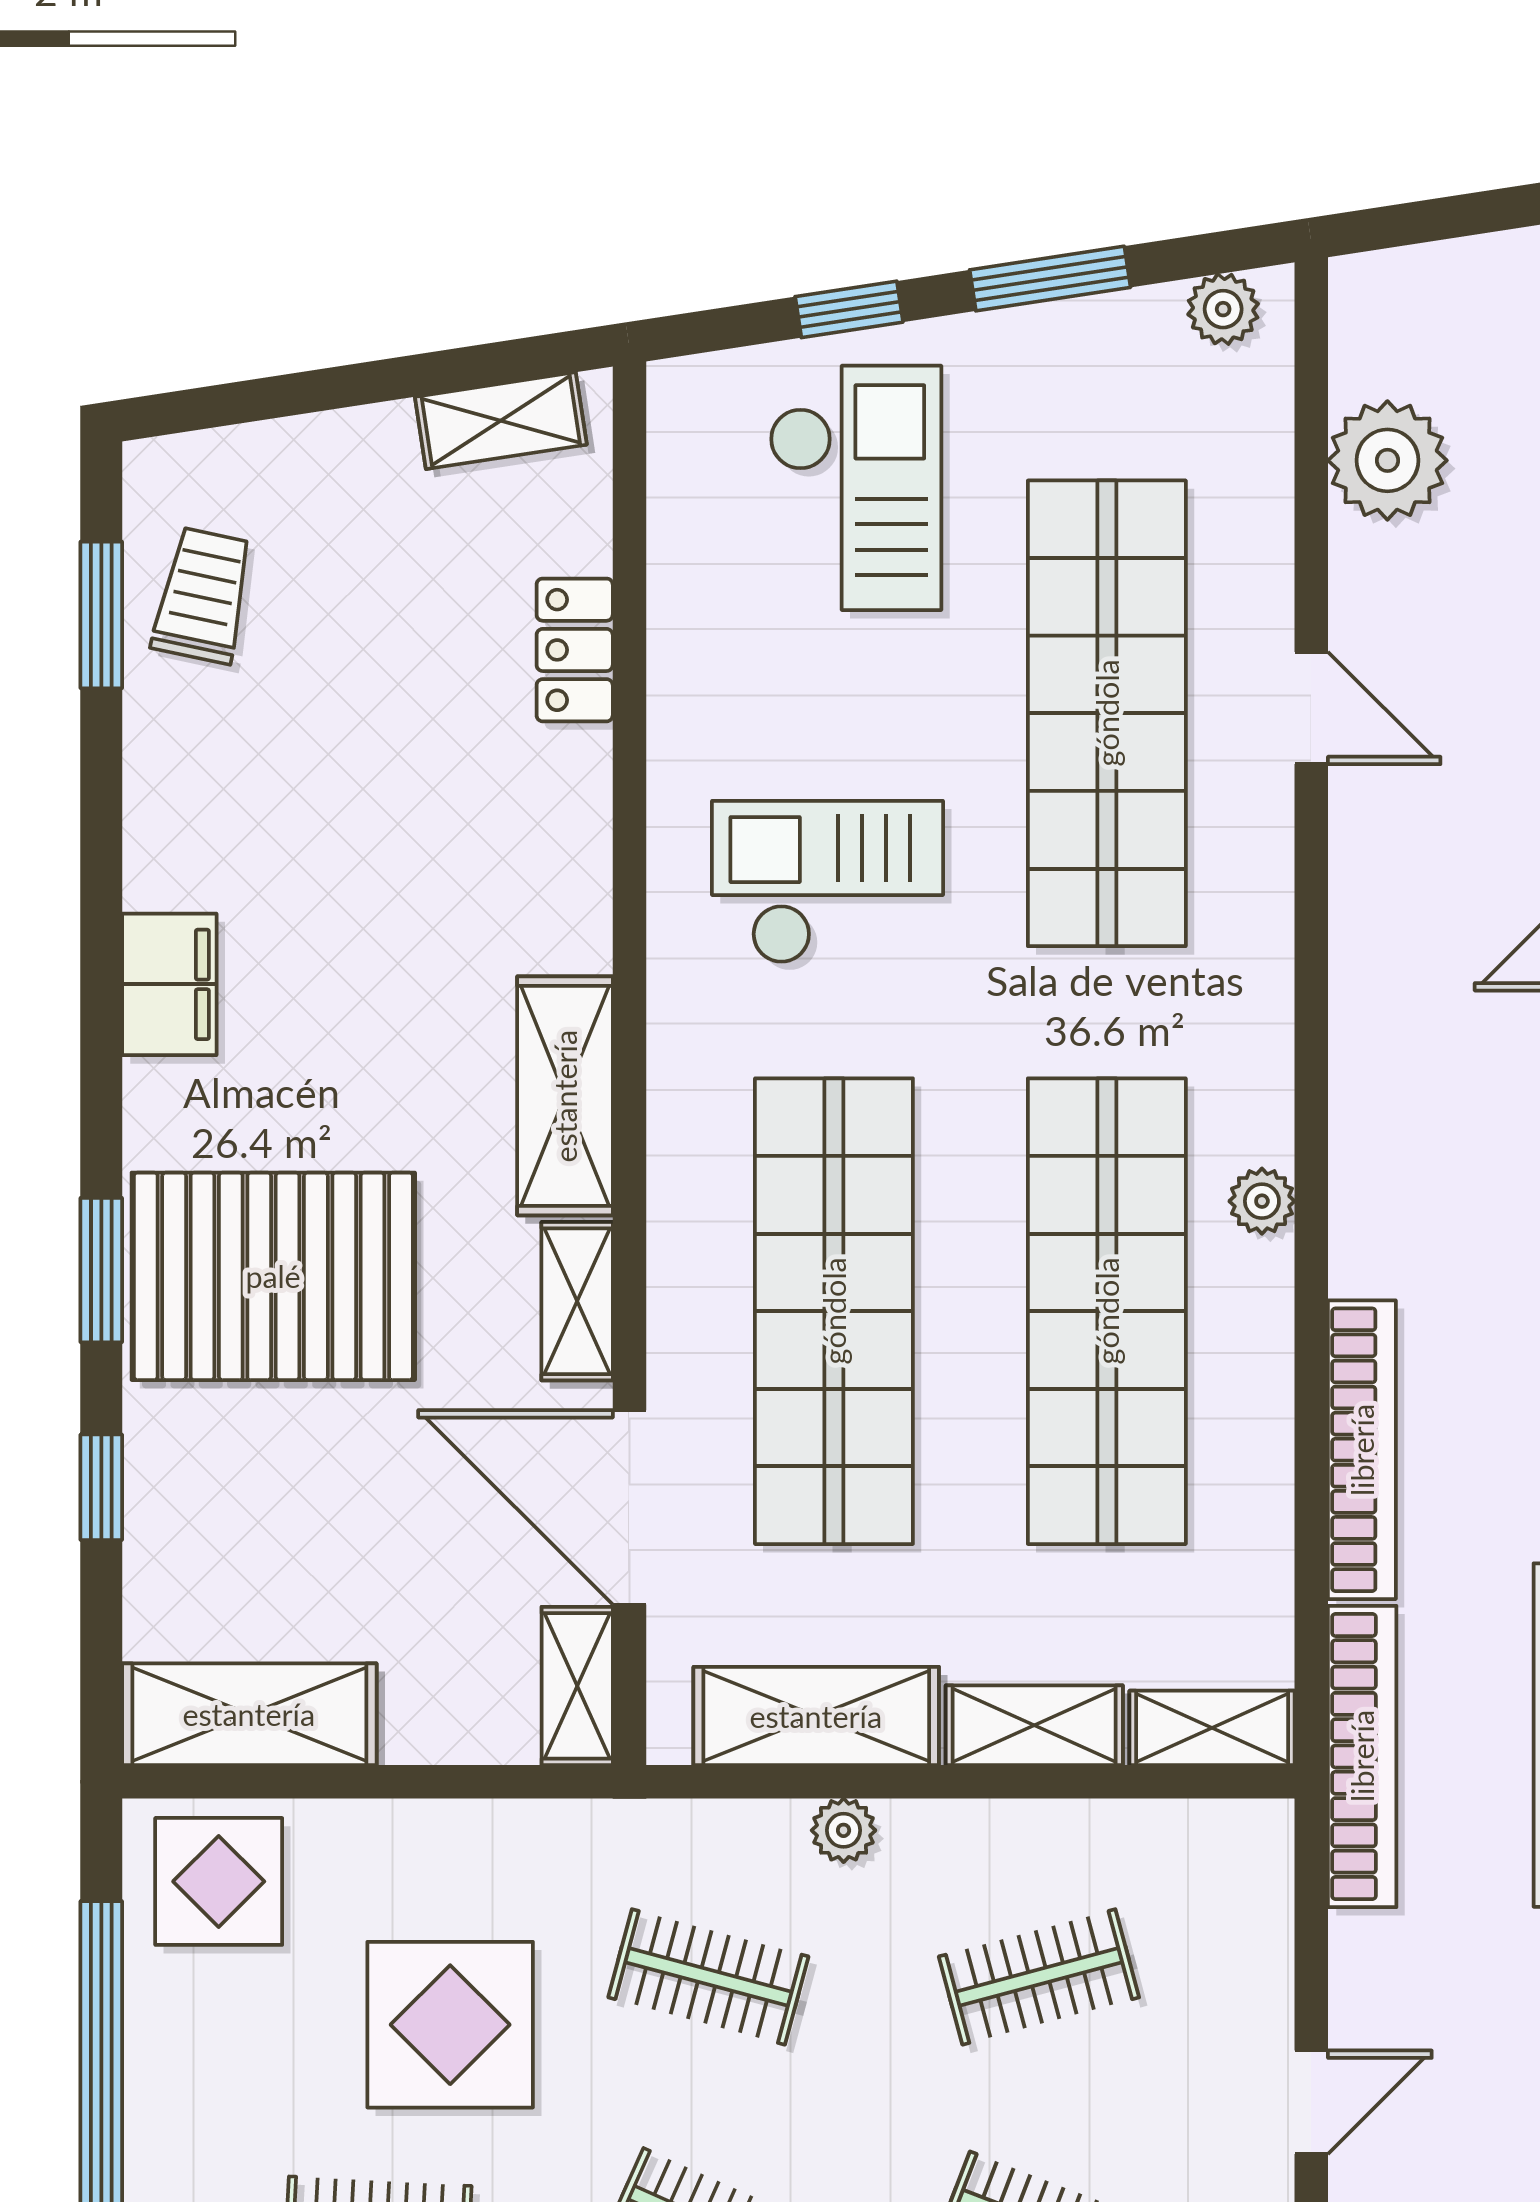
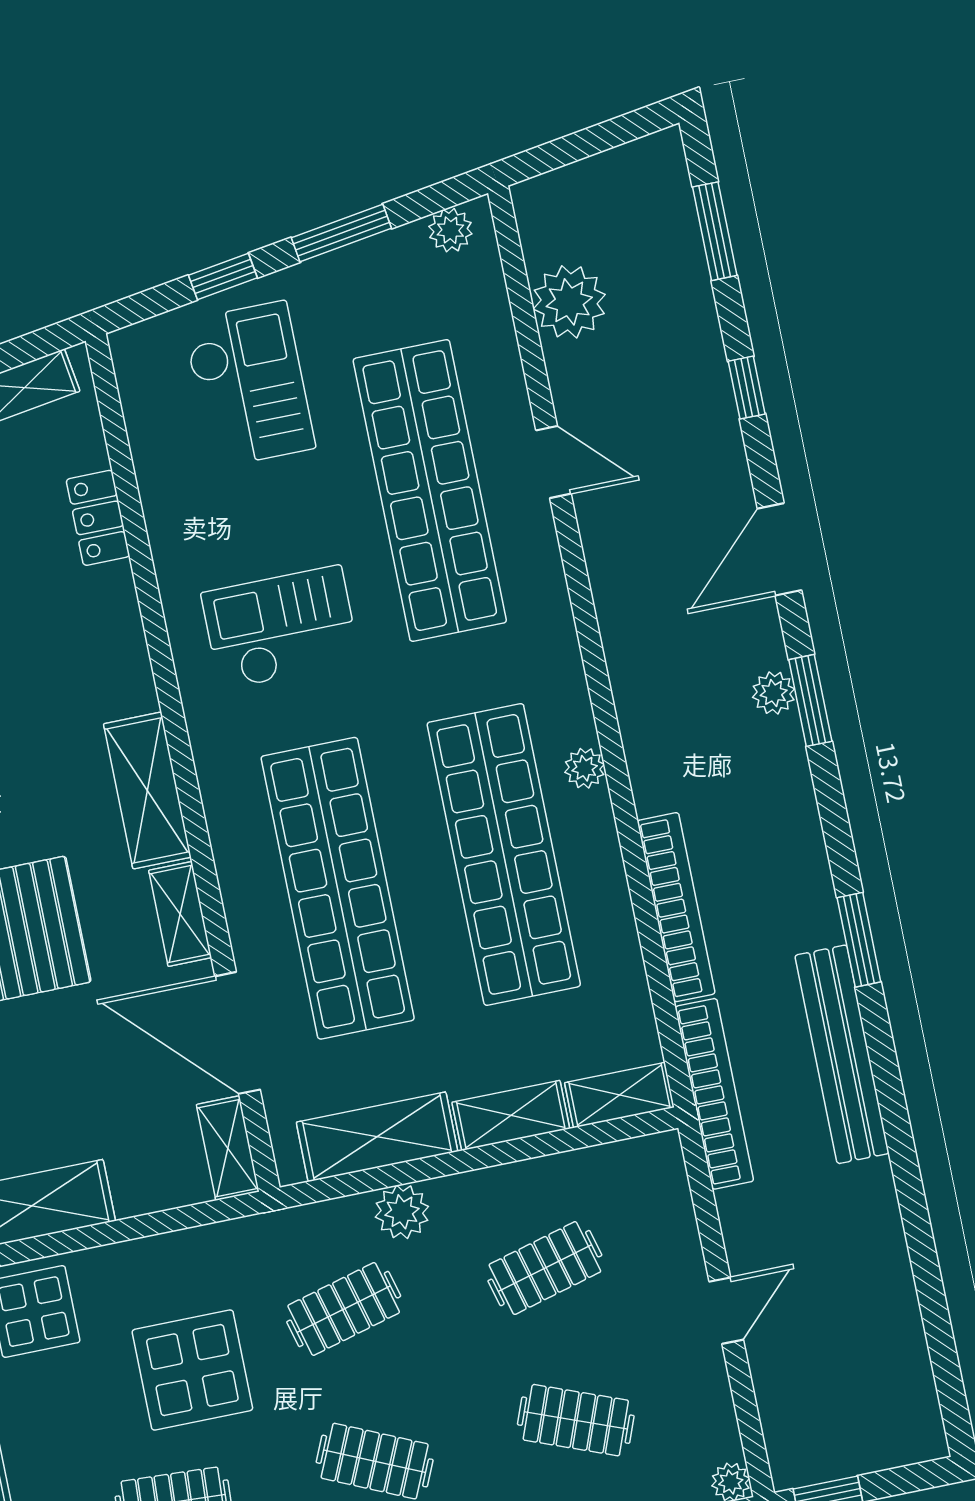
plant: (844, 1830) -> (402, 1212), width x1.38, depth x1.38
clothes rail: (708, 1977) -> (344, 1309), turned -30

